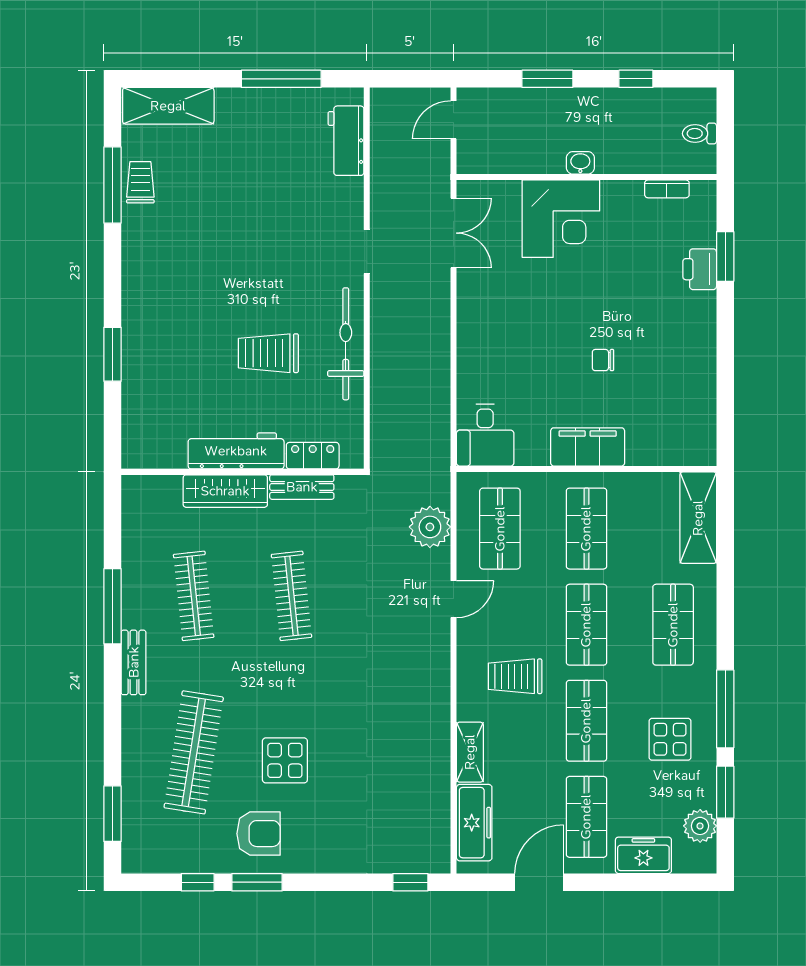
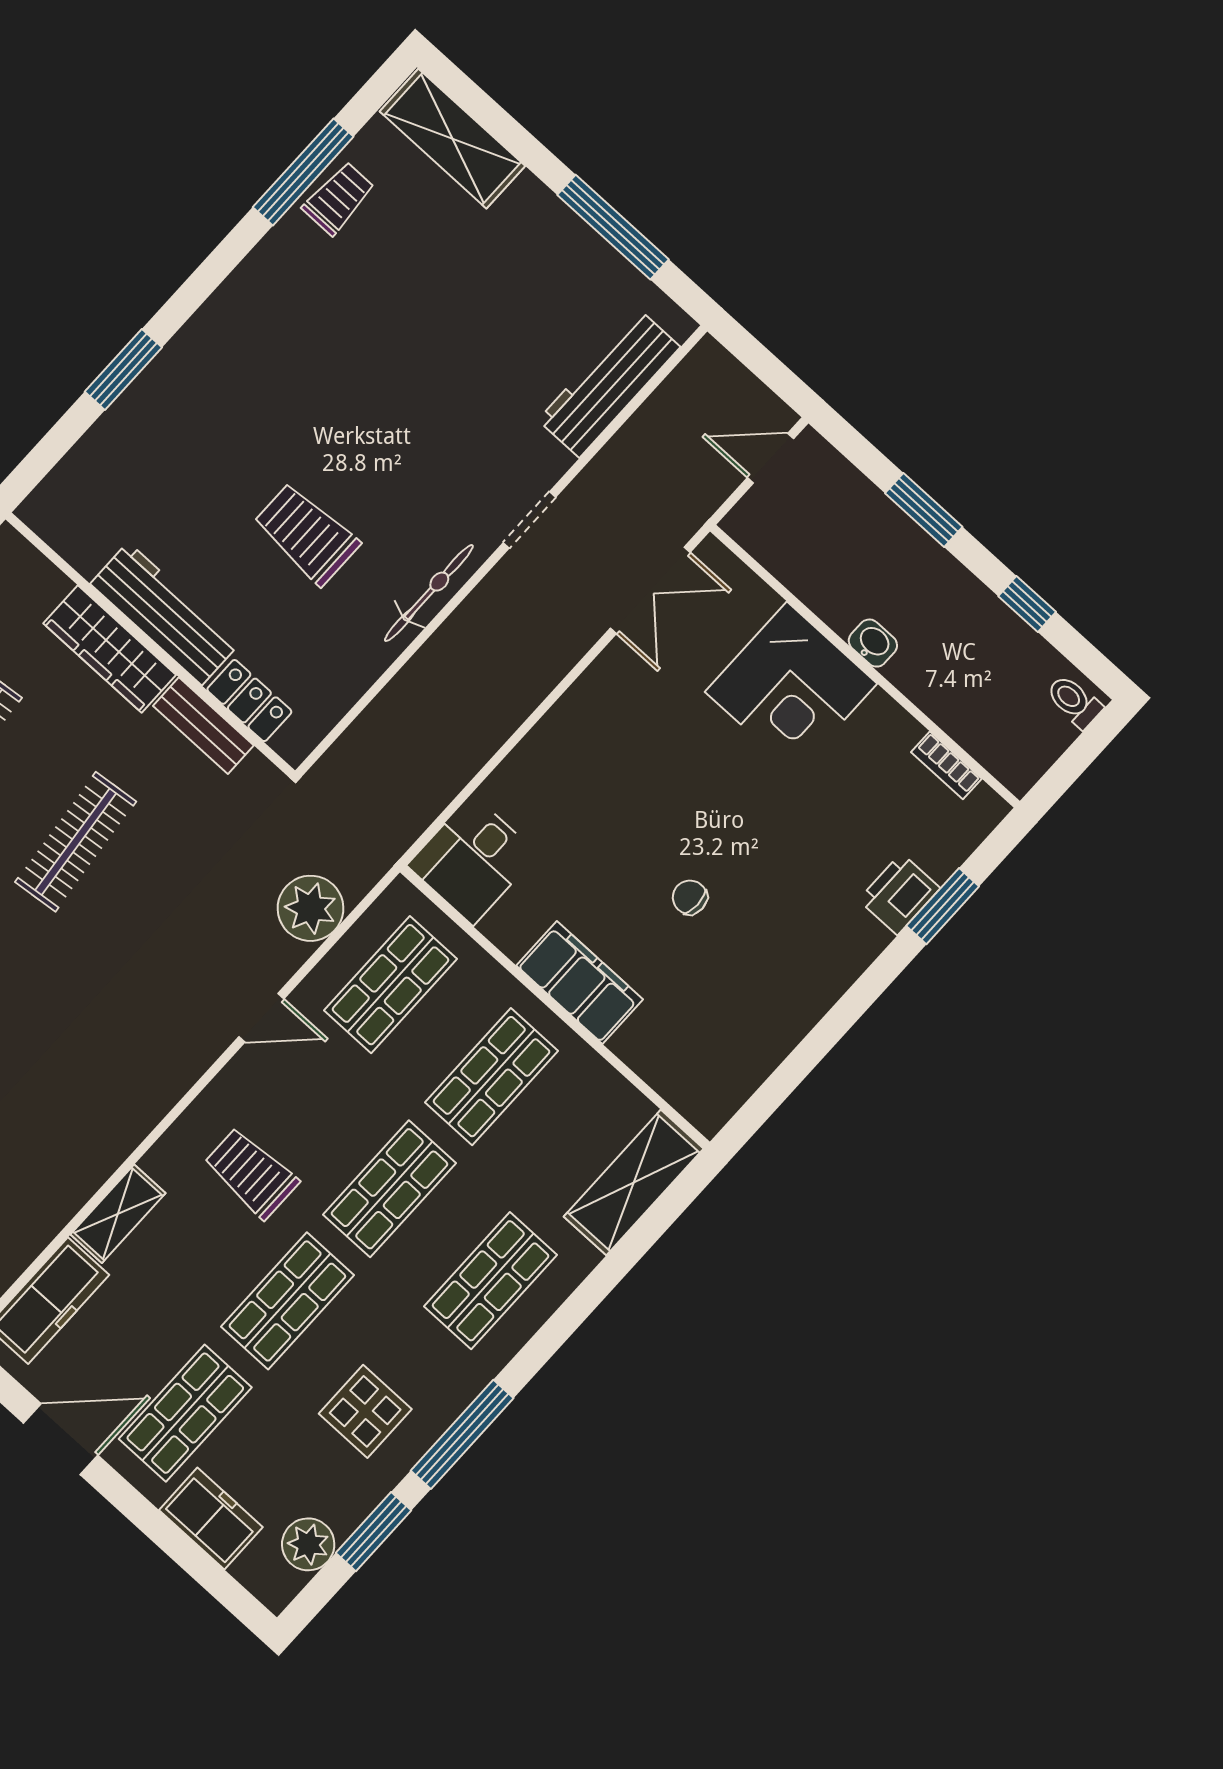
toilet: (699, 134) -> (1074, 701), moved
workbench: (346, 141) -> (609, 383), width x1.38
bicycle: (346, 344) -> (429, 593), width x0.73, depth x0.71

